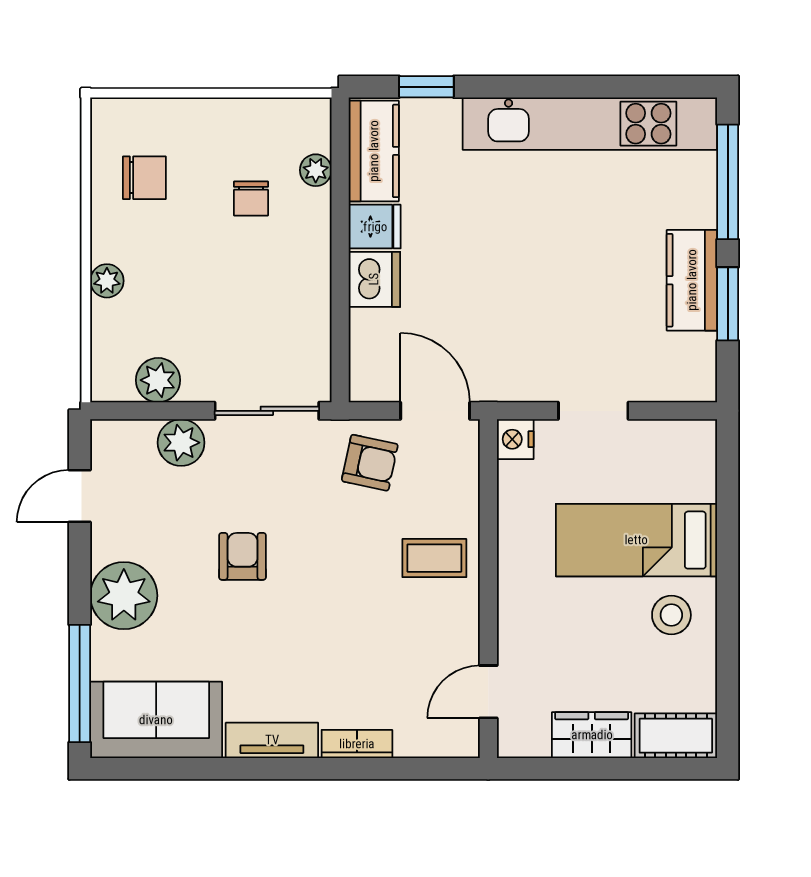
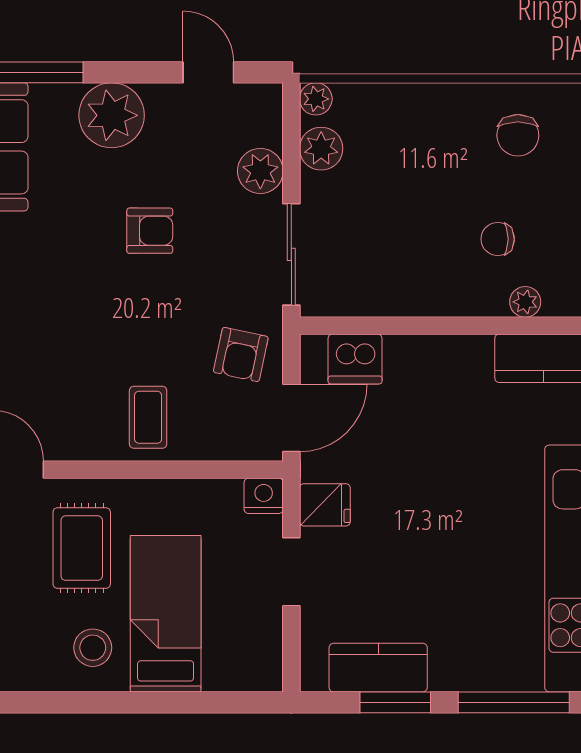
fridge: (375, 227) -> (325, 505), moved, turned -90
dishwasher: (374, 279) -> (355, 359), moved
kitchen counter: (692, 280) -> (378, 668), moved
plant: (107, 281) -> (316, 99), moved
rug: (569, 626) -> (82, 548), added

